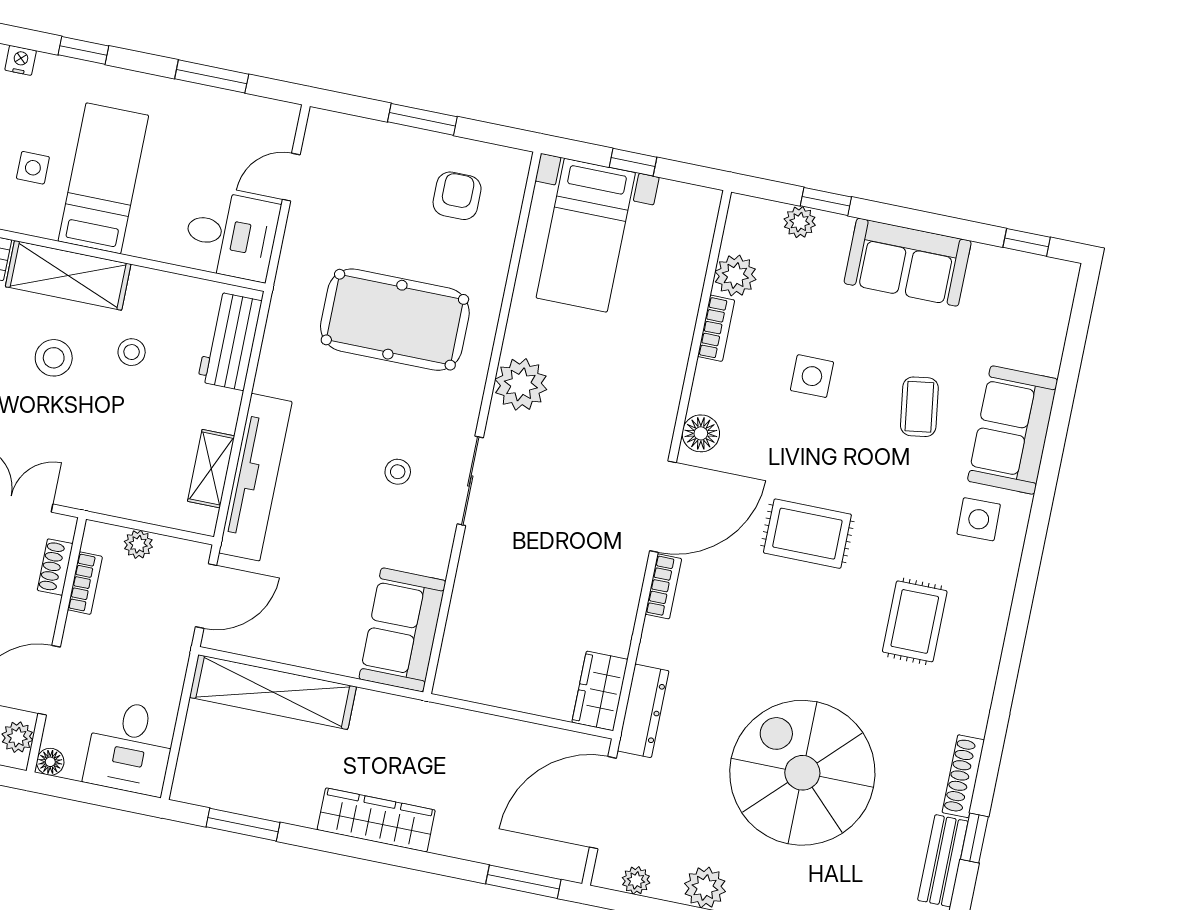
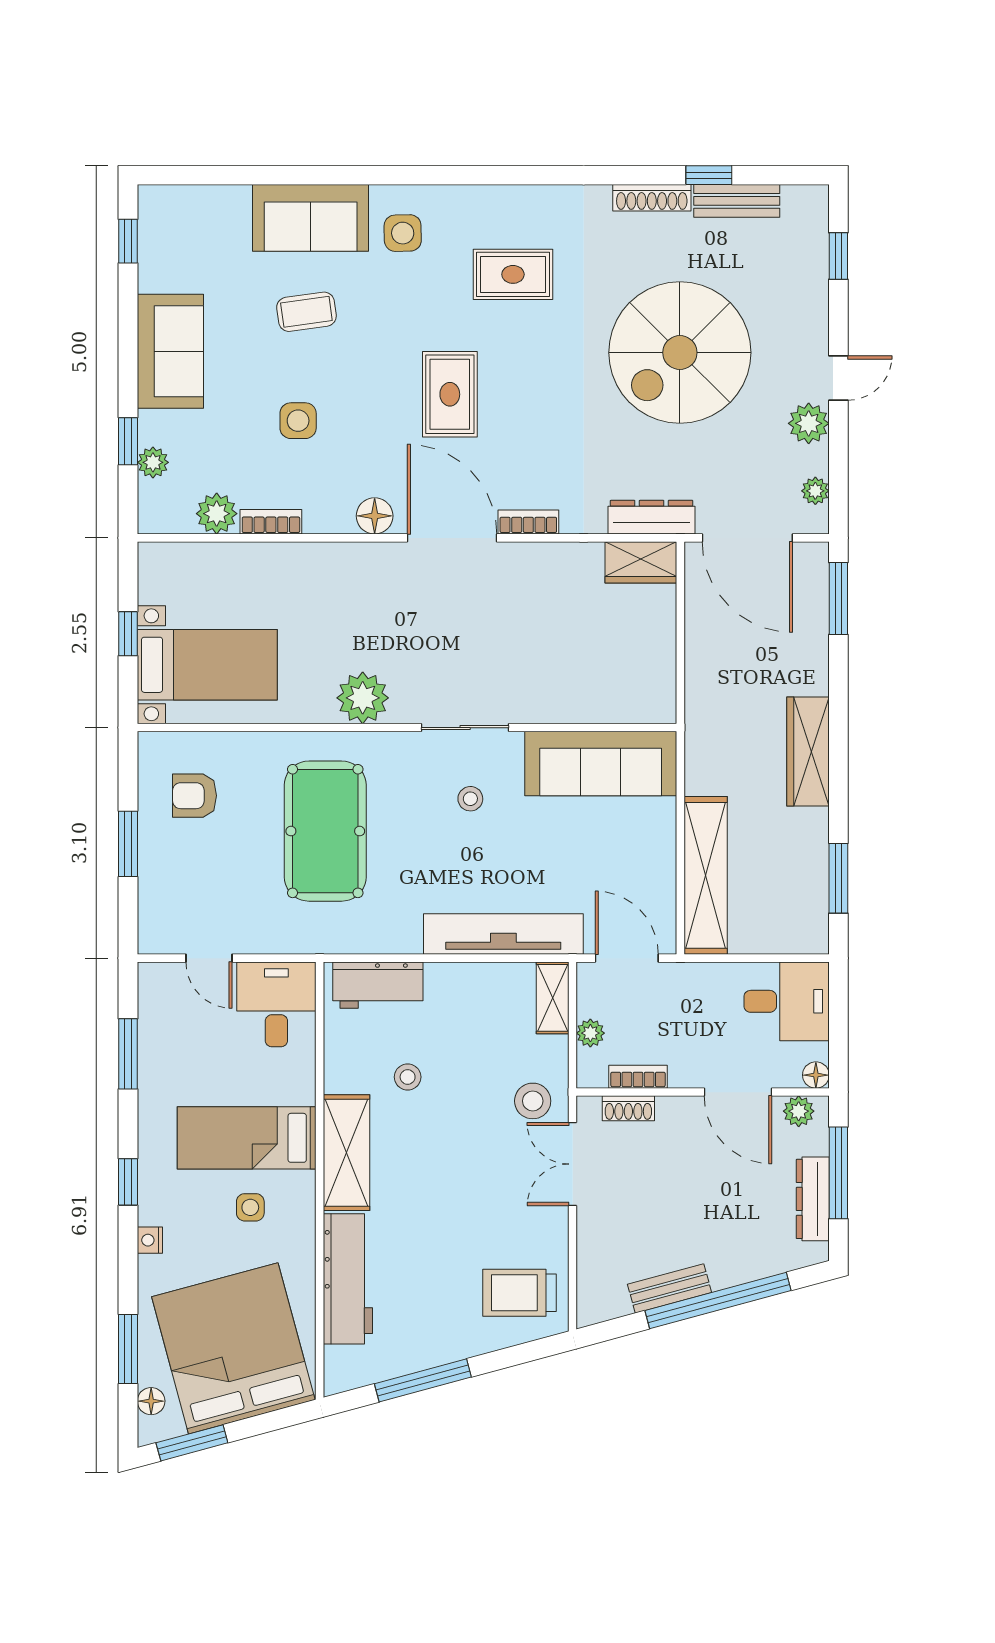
stool: (54, 358) -> (533, 1101), moved
shelving: (211, 469) -> (553, 998), moved, turned 90
sofa: (402, 630) -> (601, 763), width x1.36

